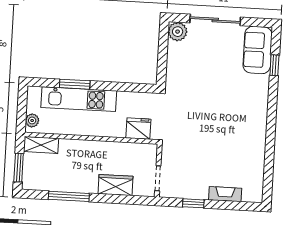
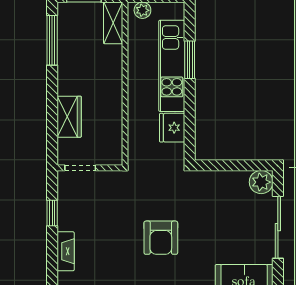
armchair: (218, 116) -> (161, 238), added
fridge: (138, 129) -> (172, 128), moved, turned 180
window: (69, 196) -> (52, 40), moved

